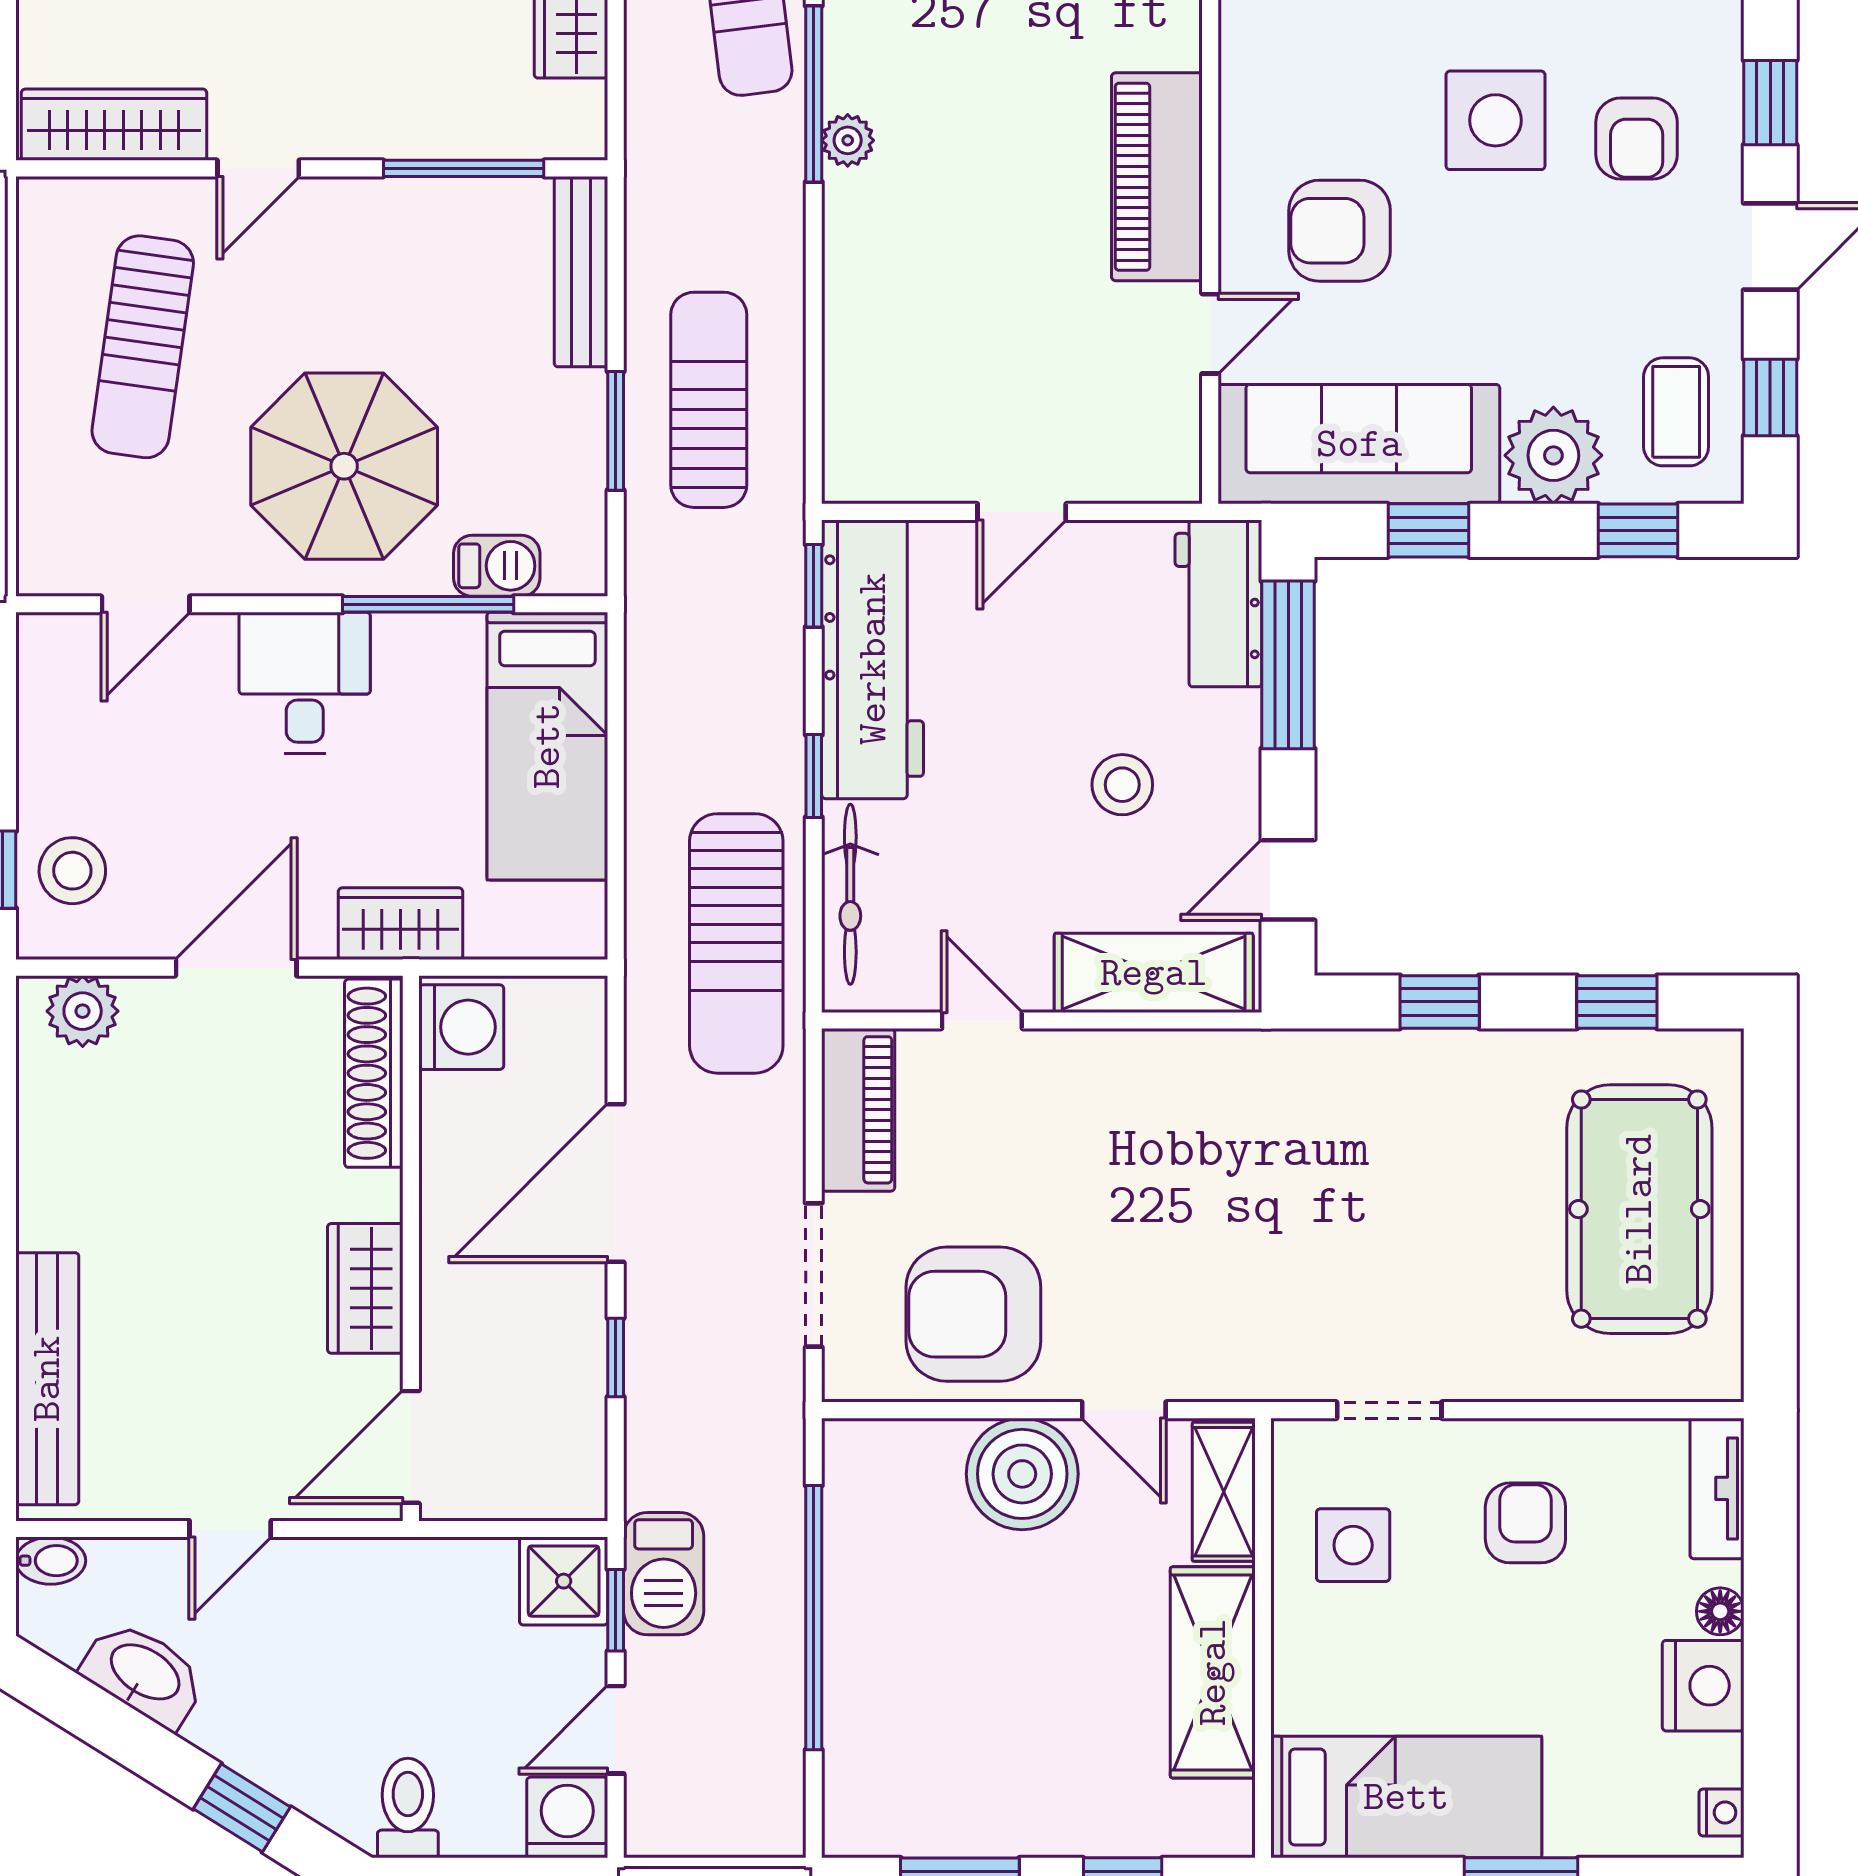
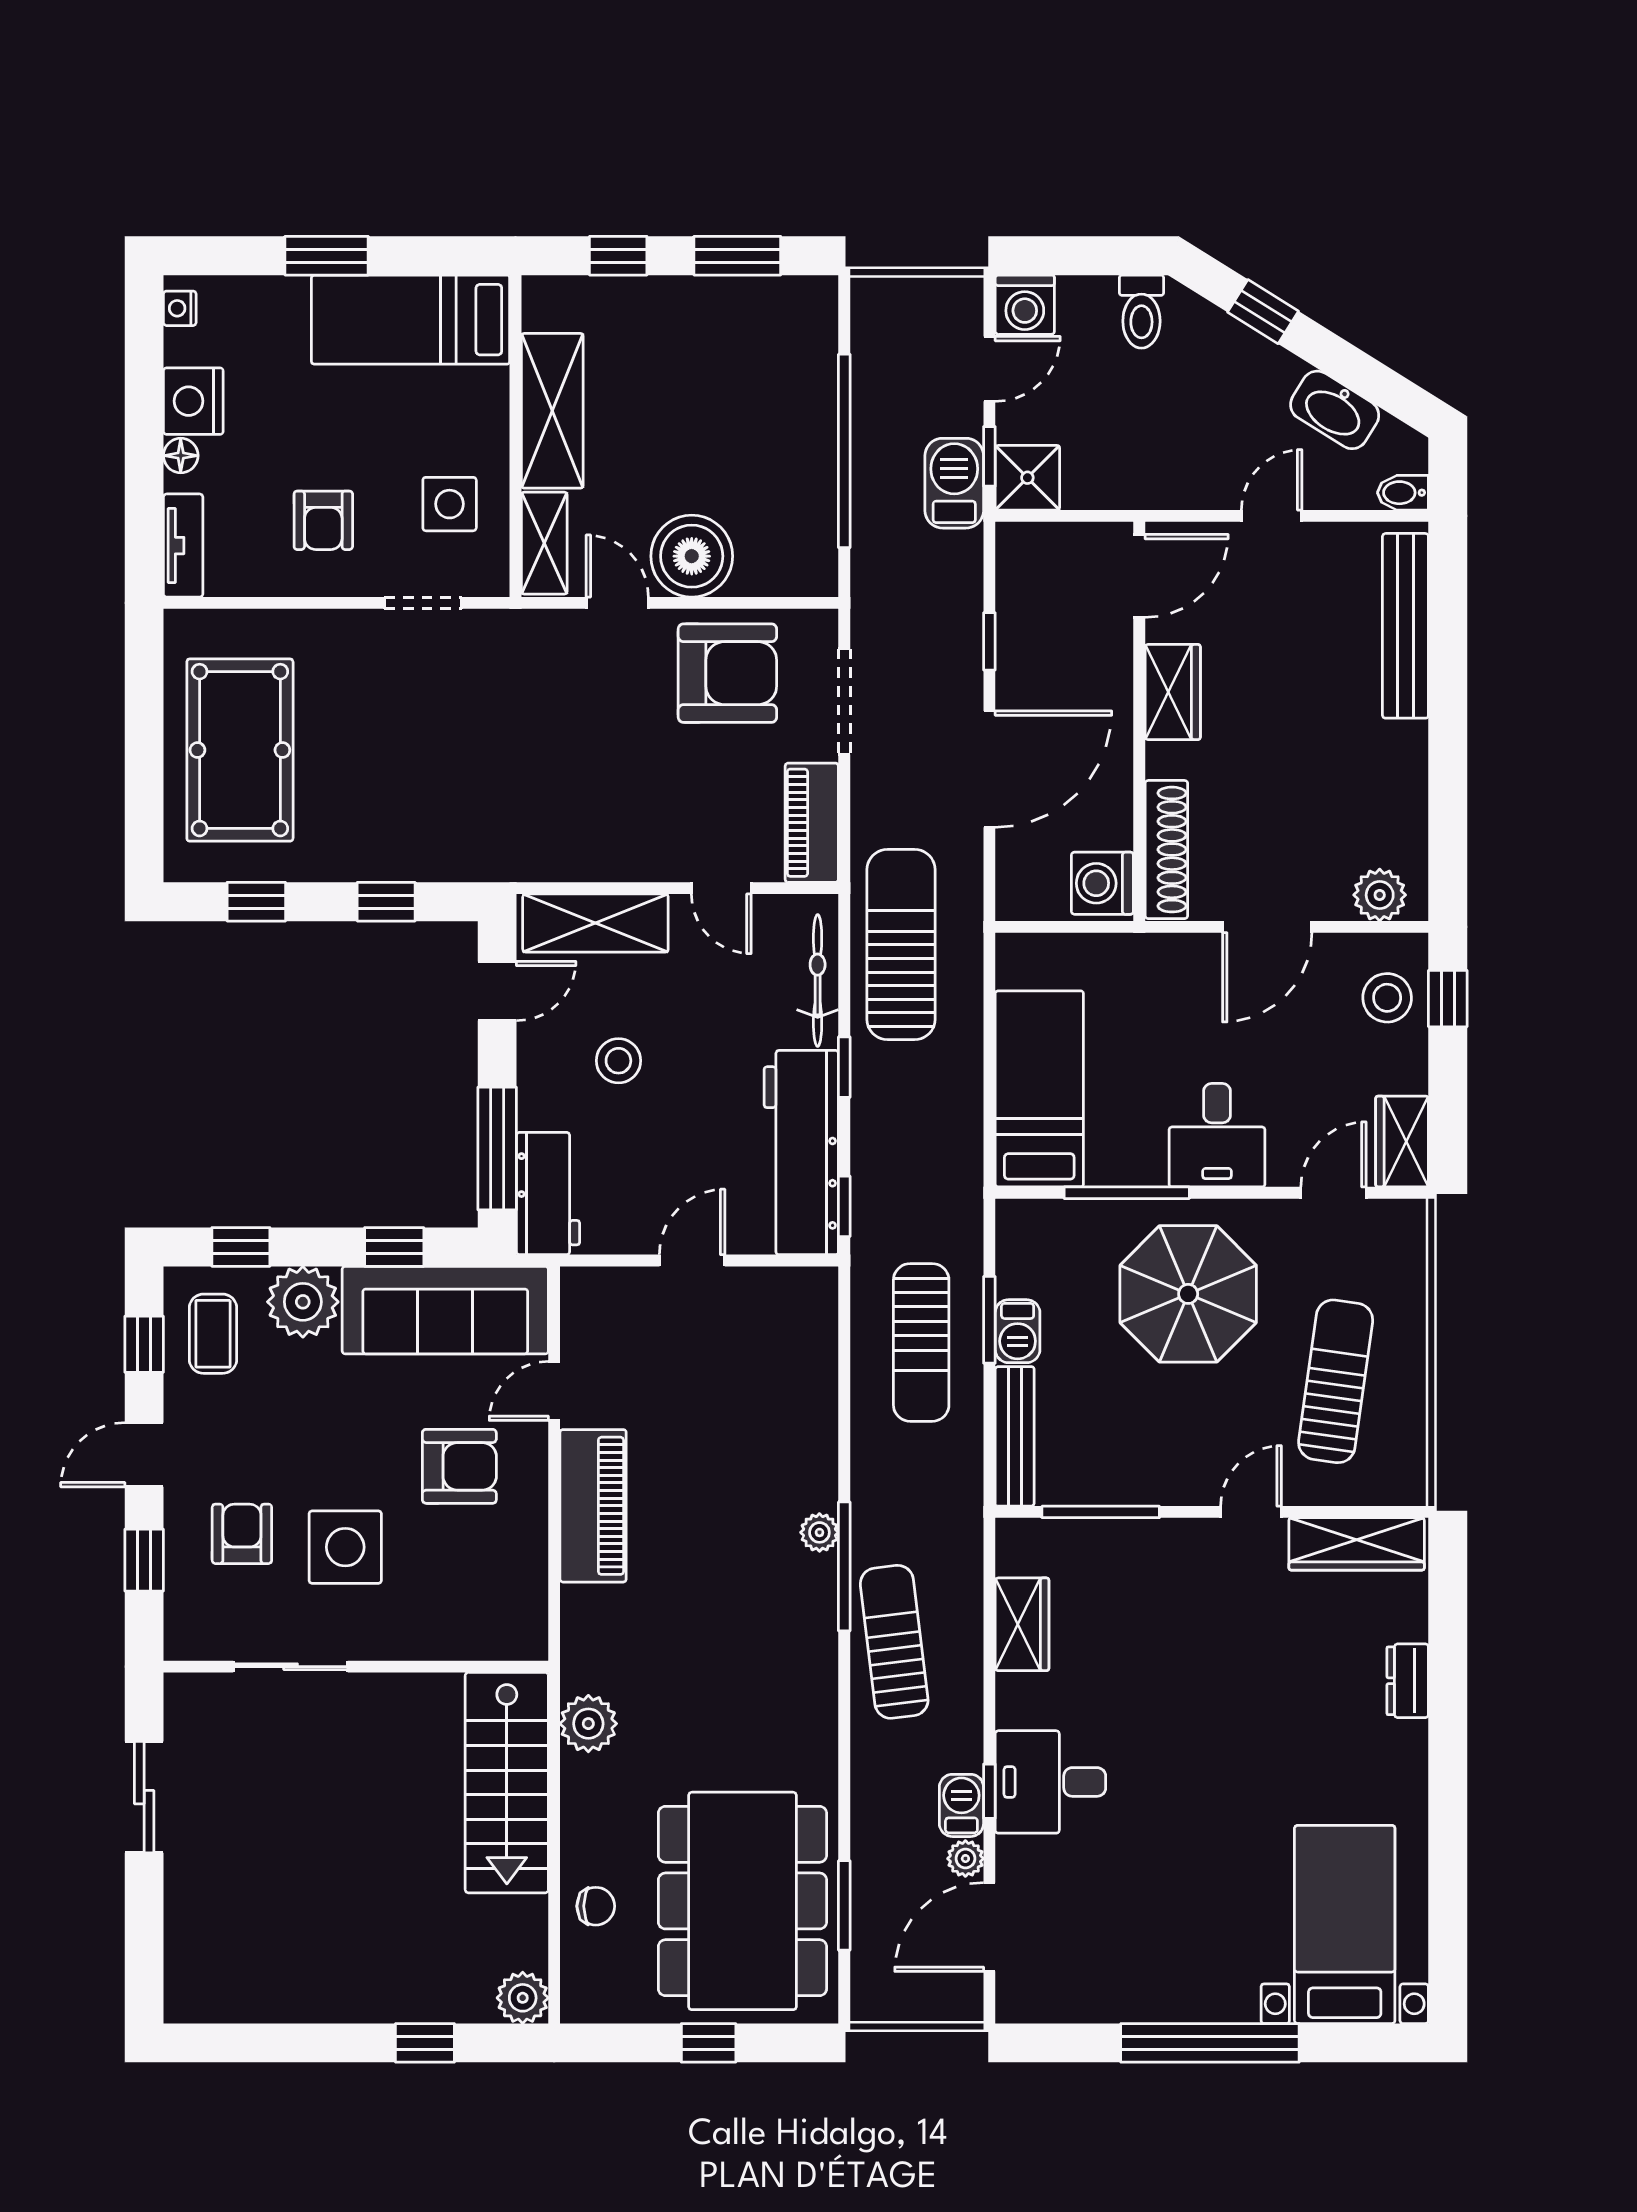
barbecue: (497, 566) -> (1018, 1331), moved, turned -90
wardrobe: (401, 924) -> (1402, 1142), moved, turned 90

